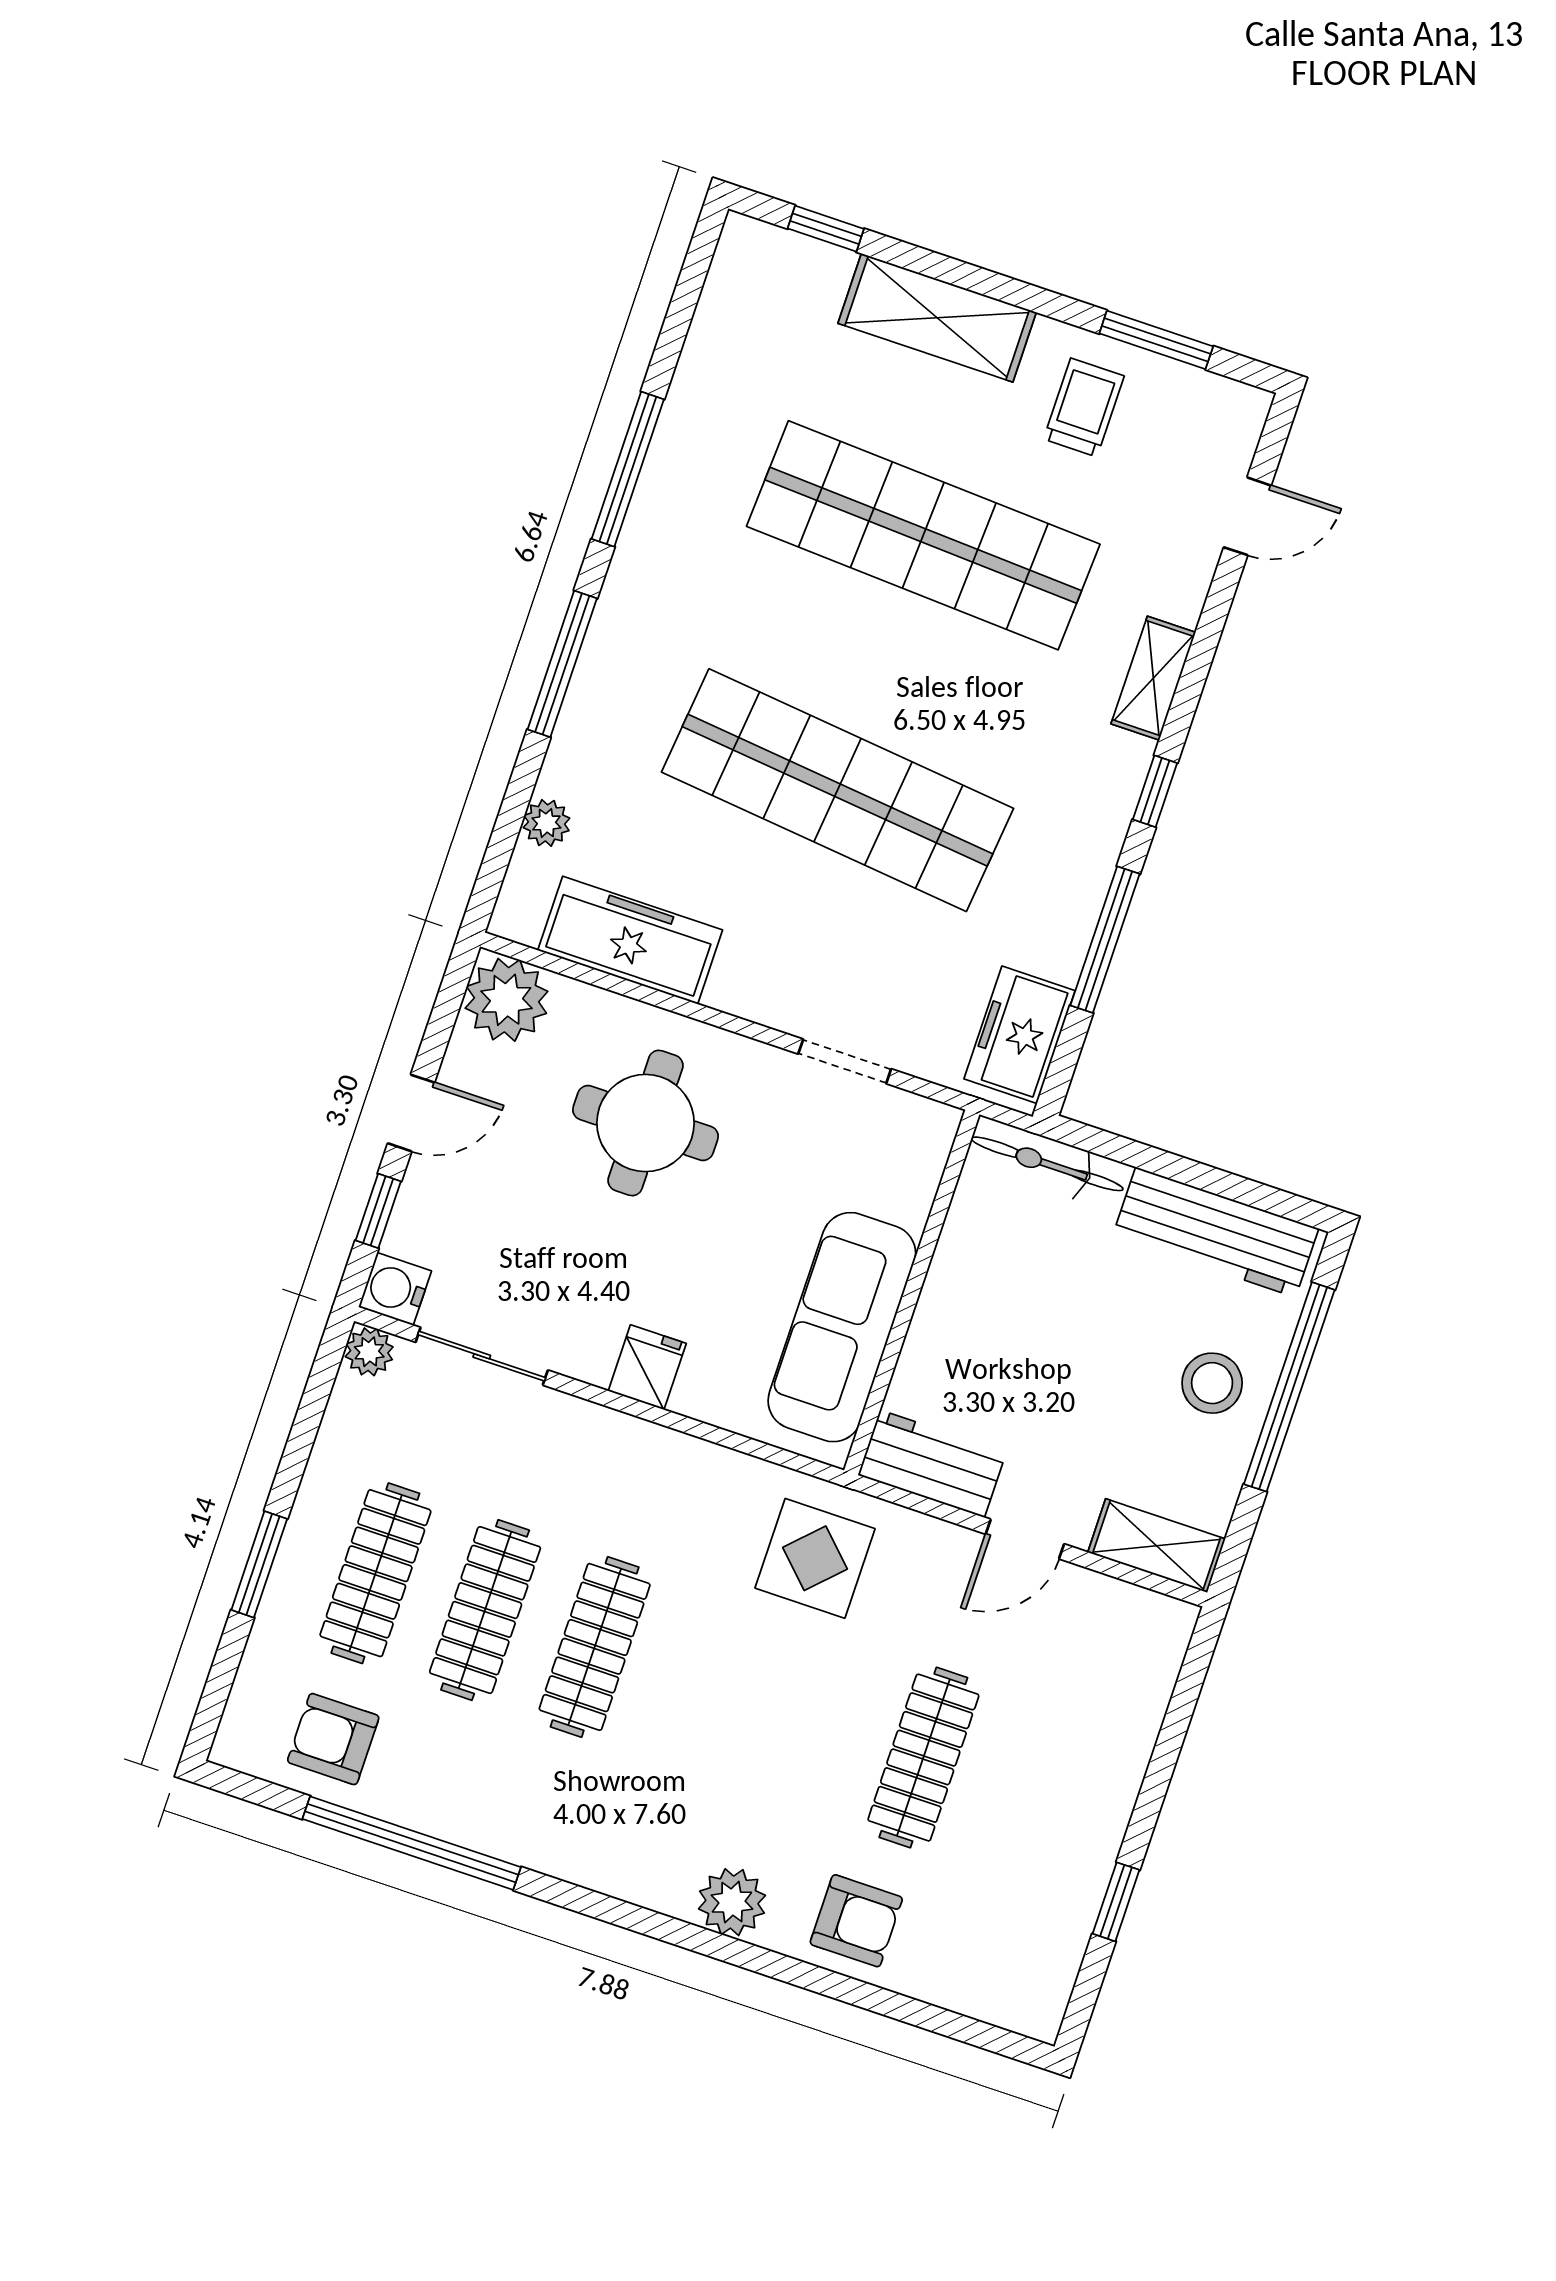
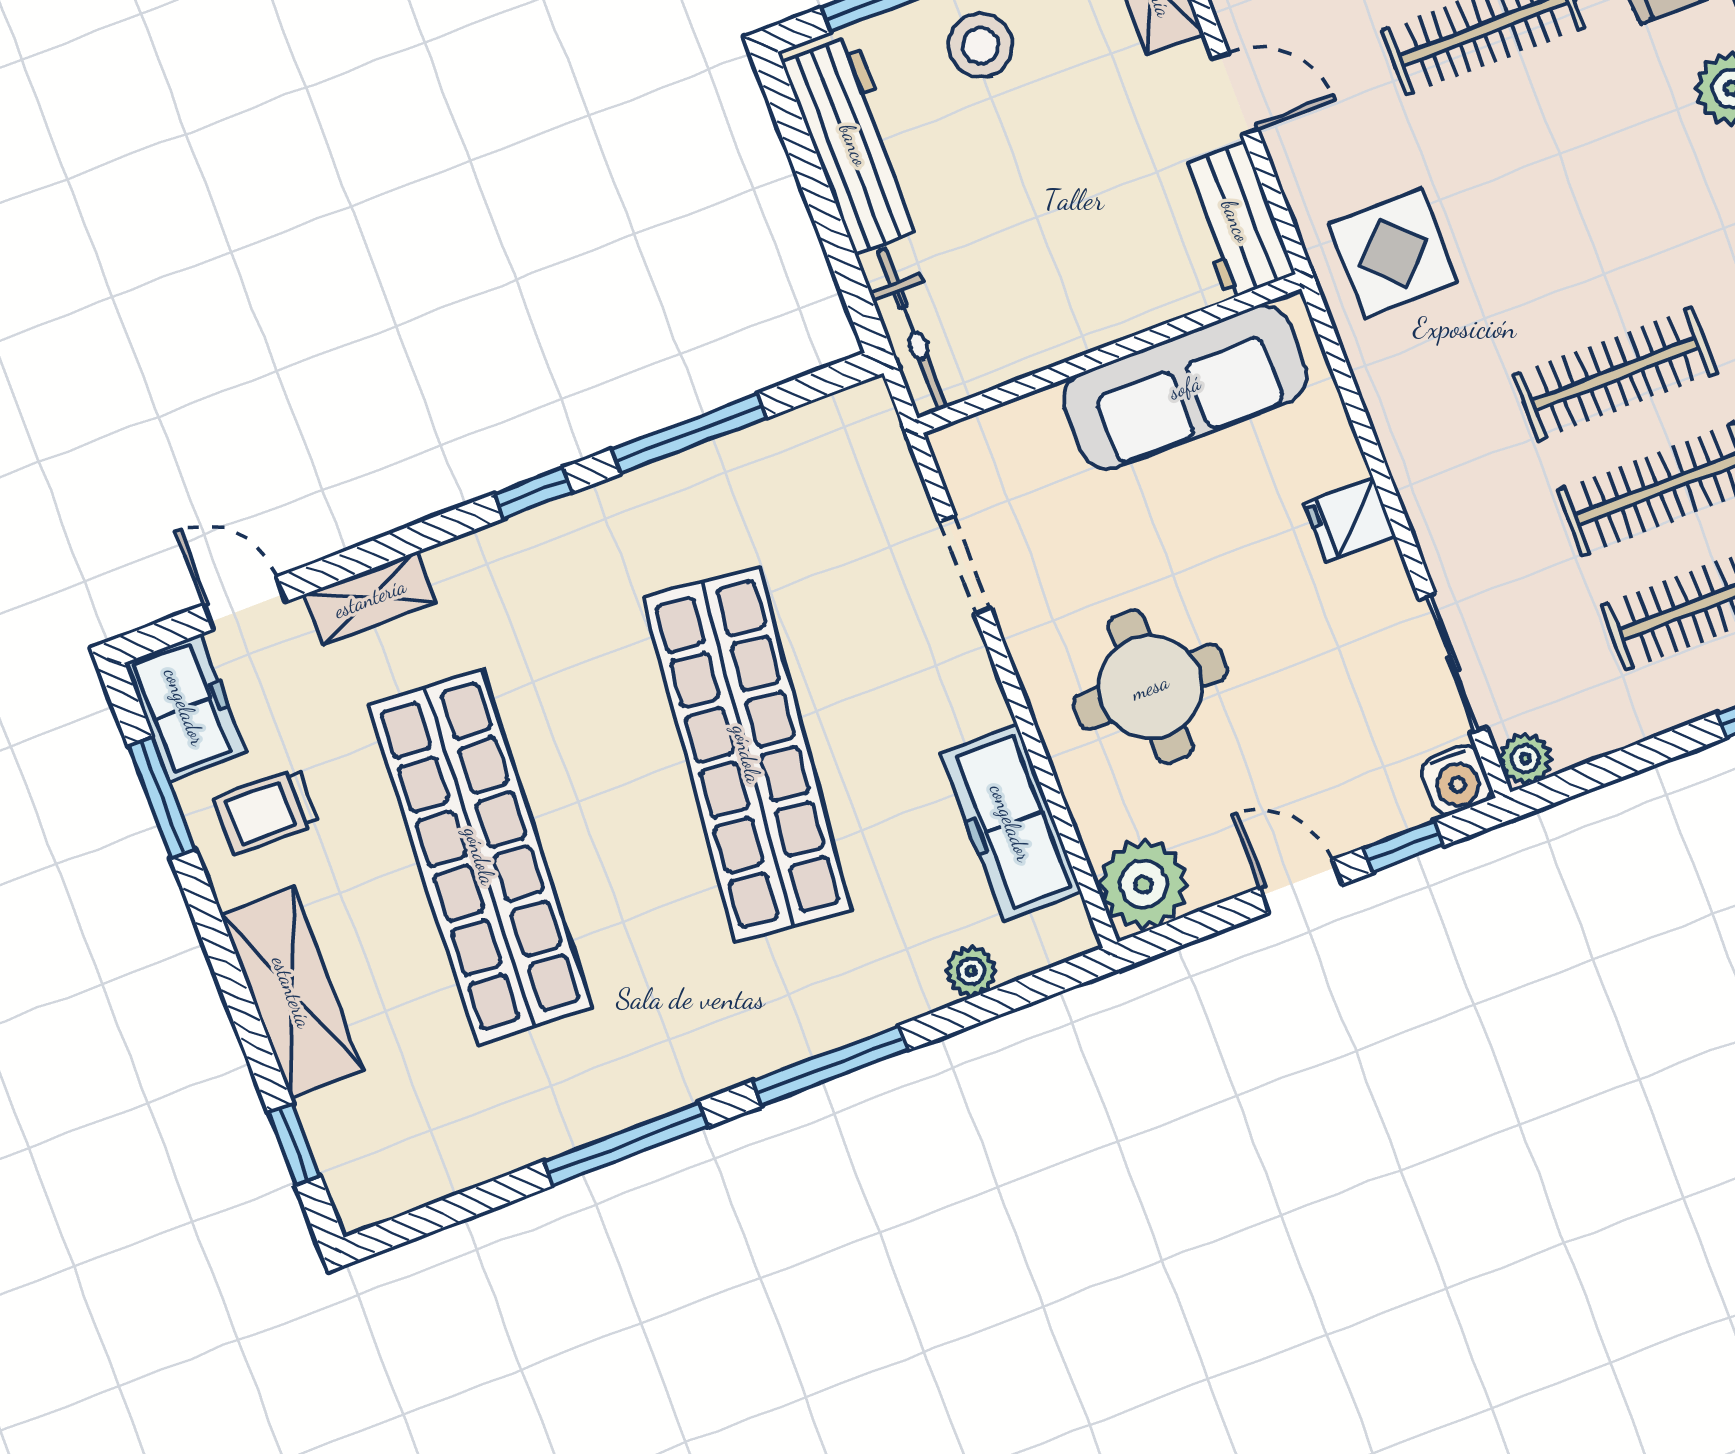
shelving: (1153, 678) -> (370, 598), moved
freezer: (1019, 1035) -> (185, 707), moved, turned -90

